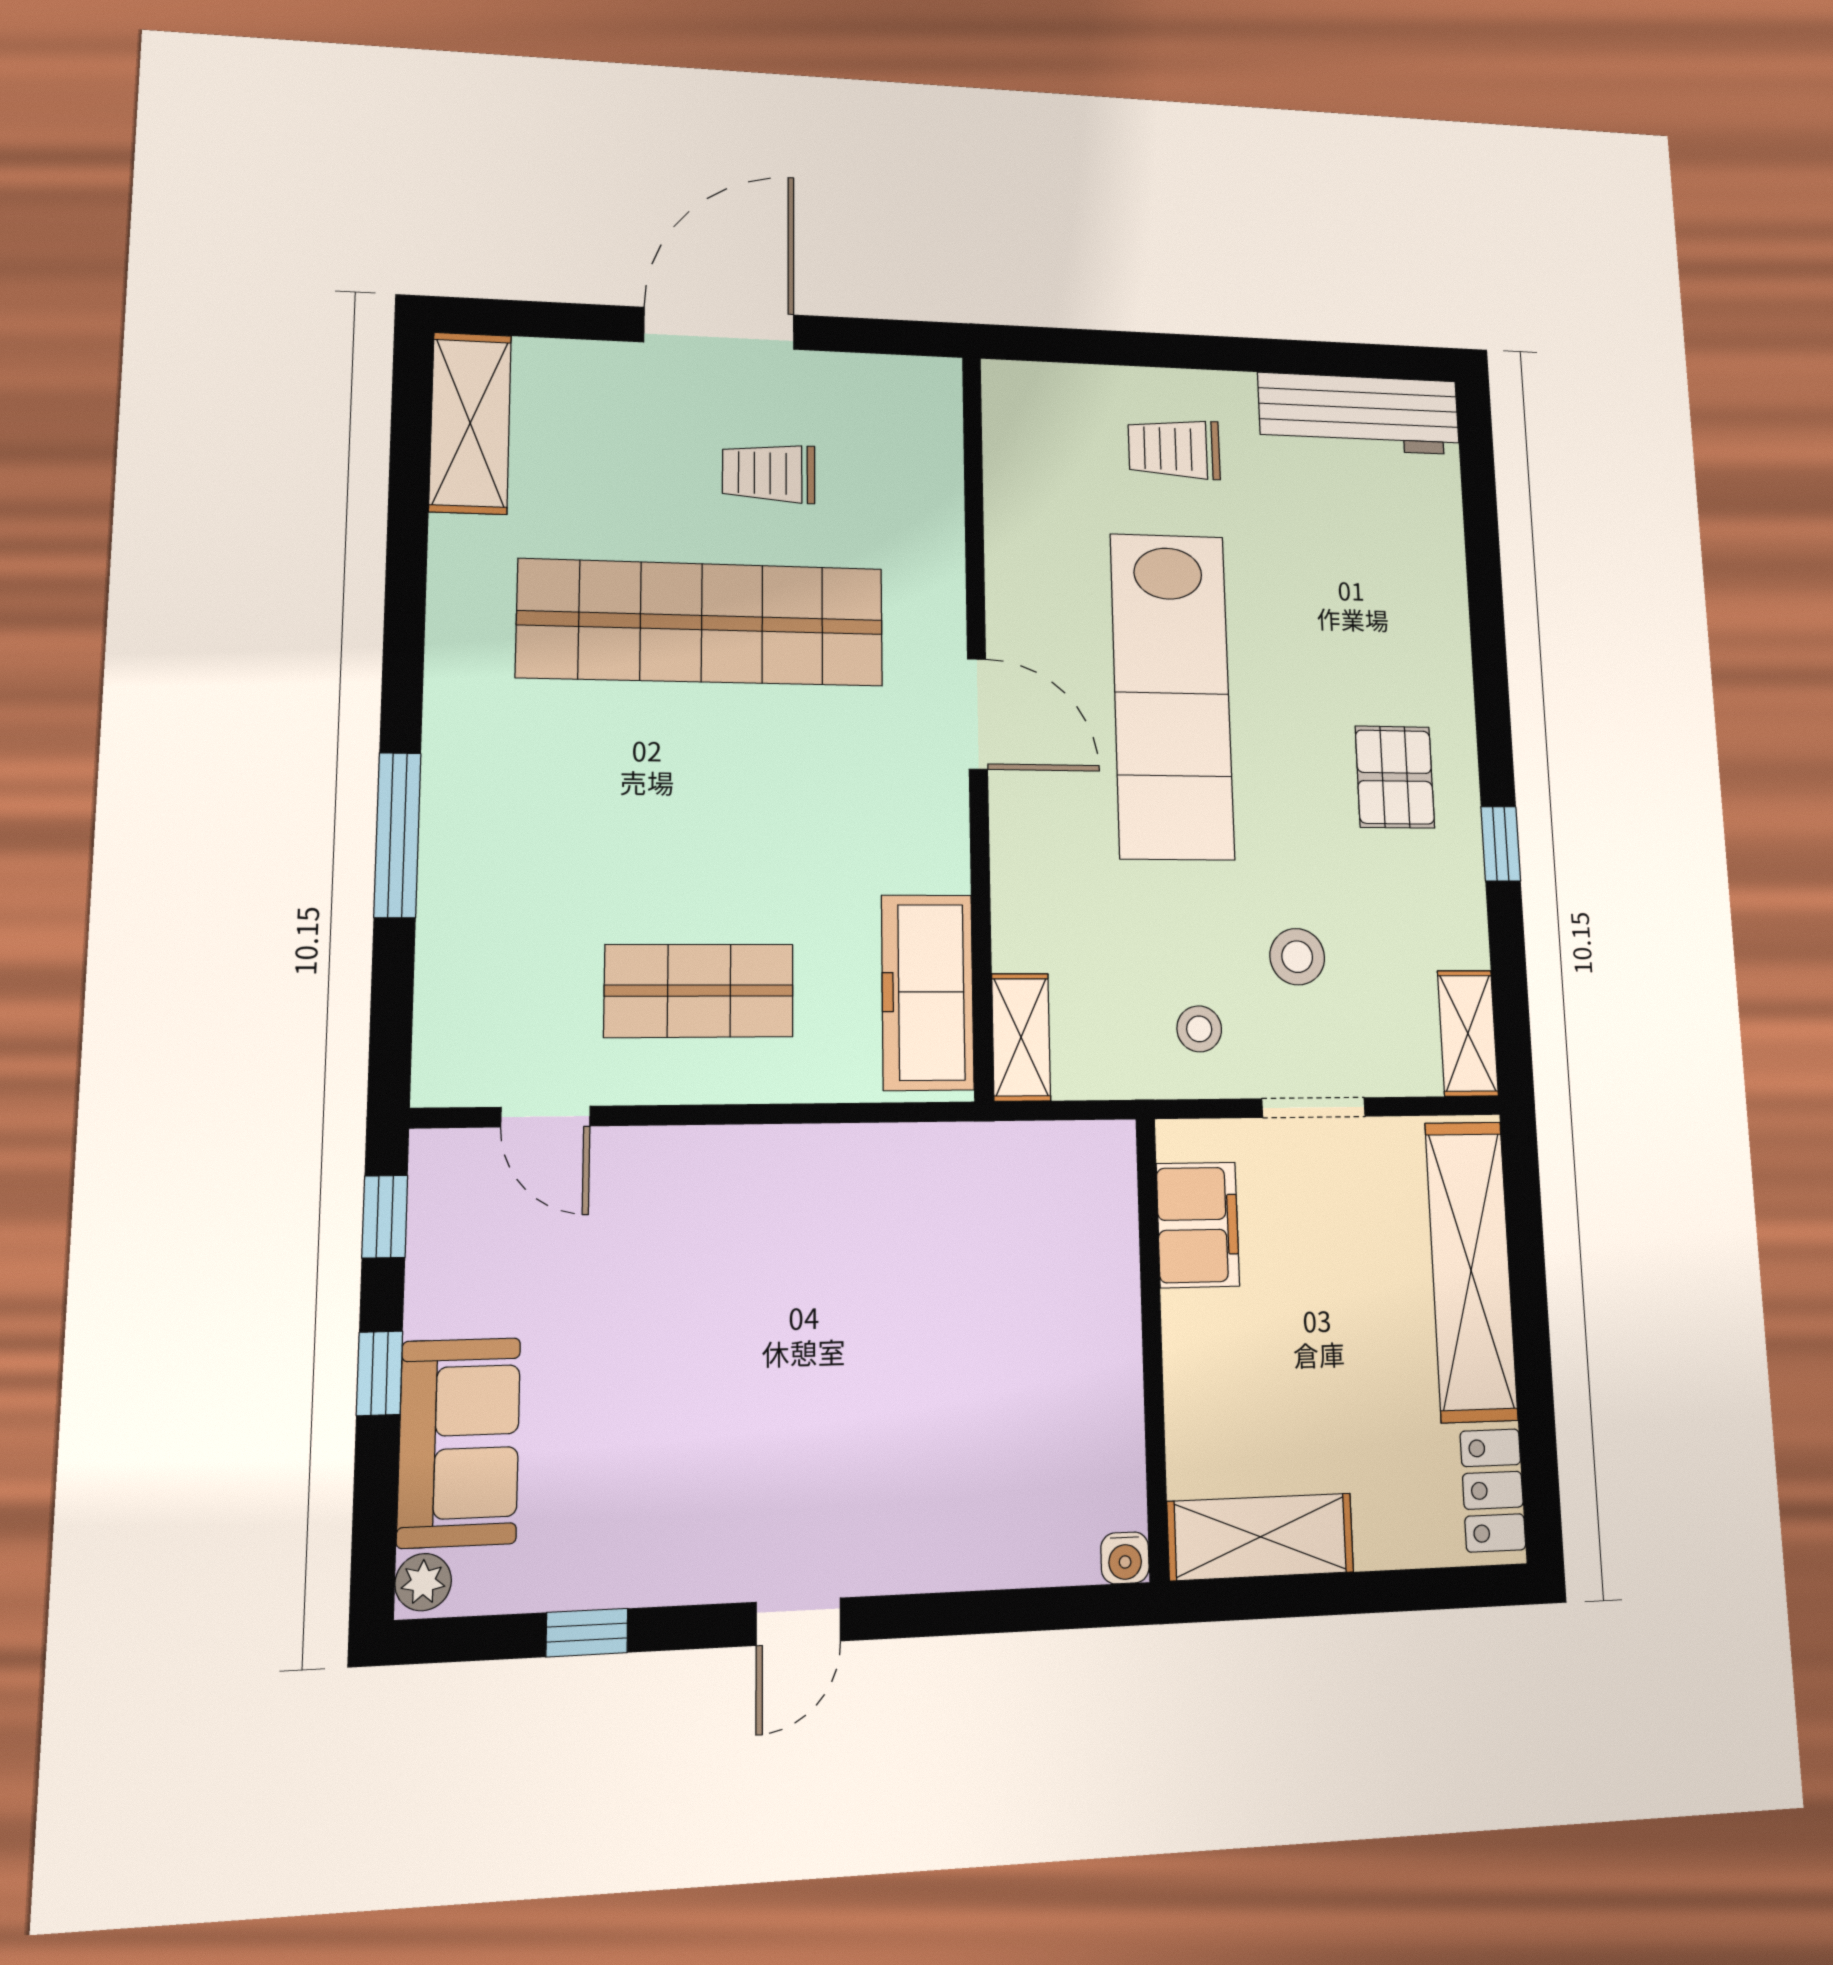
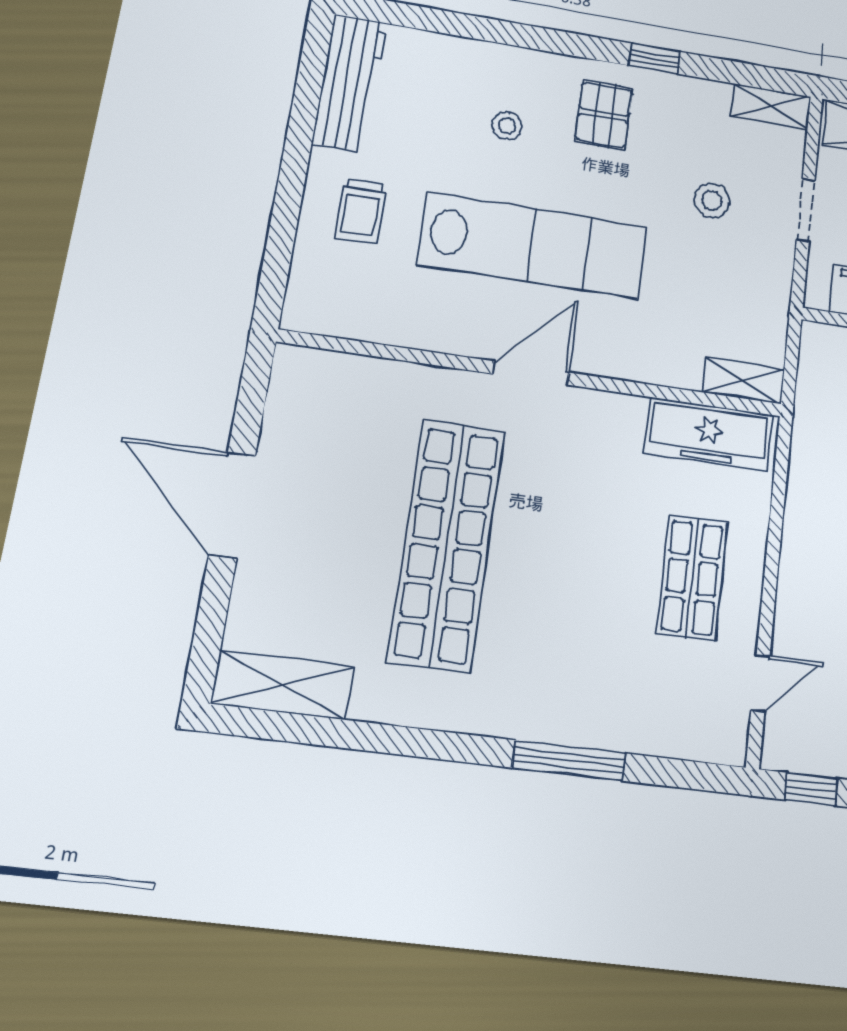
trolley: (769, 473) -> (345, 486), removed
pallet: (1395, 777) -> (604, 115), turned 90
stool: (1199, 1029) -> (507, 126), moved

